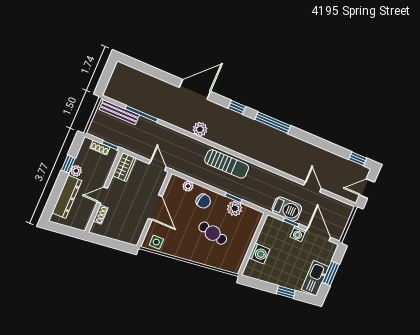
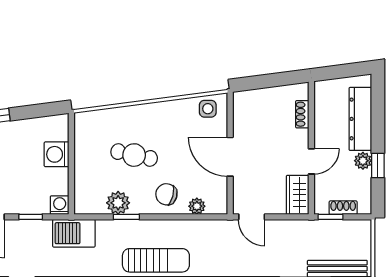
sun lounger: (227, 164) -> (156, 260), turned 180
door: (102, 195) -> (311, 161), moved
barbecue: (287, 209) -> (74, 233), moved
washing machine: (298, 234) -> (60, 205), moved

